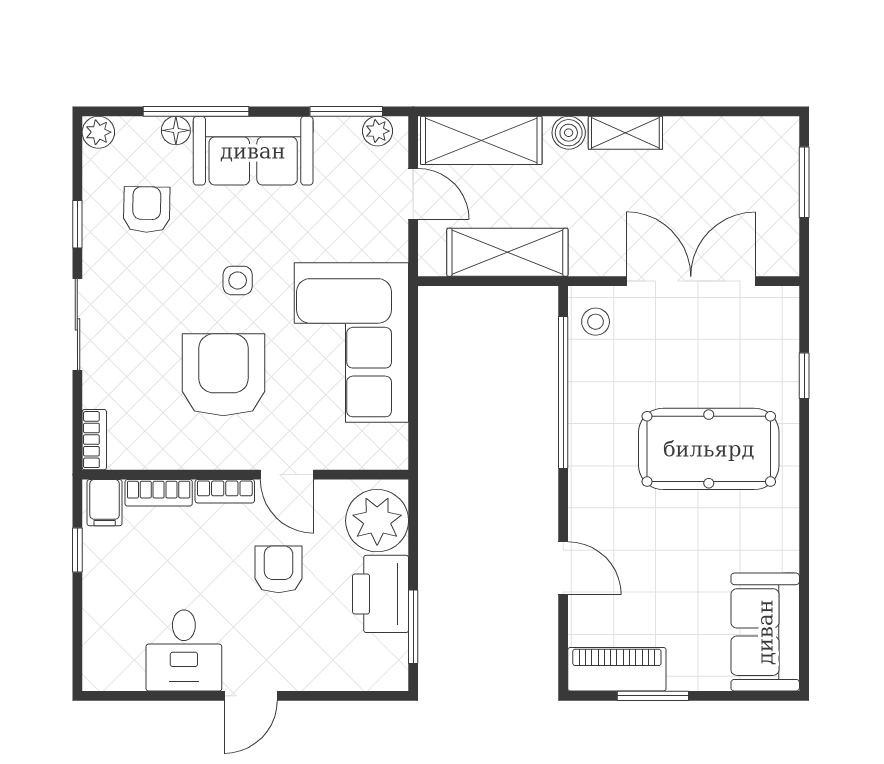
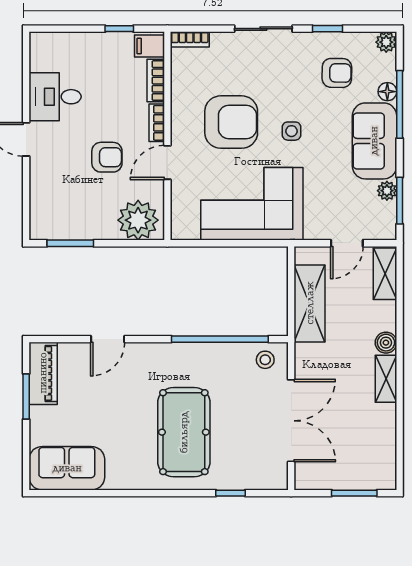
plant: (378, 131) -> (387, 191), moved
shelving: (481, 140) -> (385, 274), width x0.67, depth x0.75
printer: (381, 594) -> (91, 222), removed

